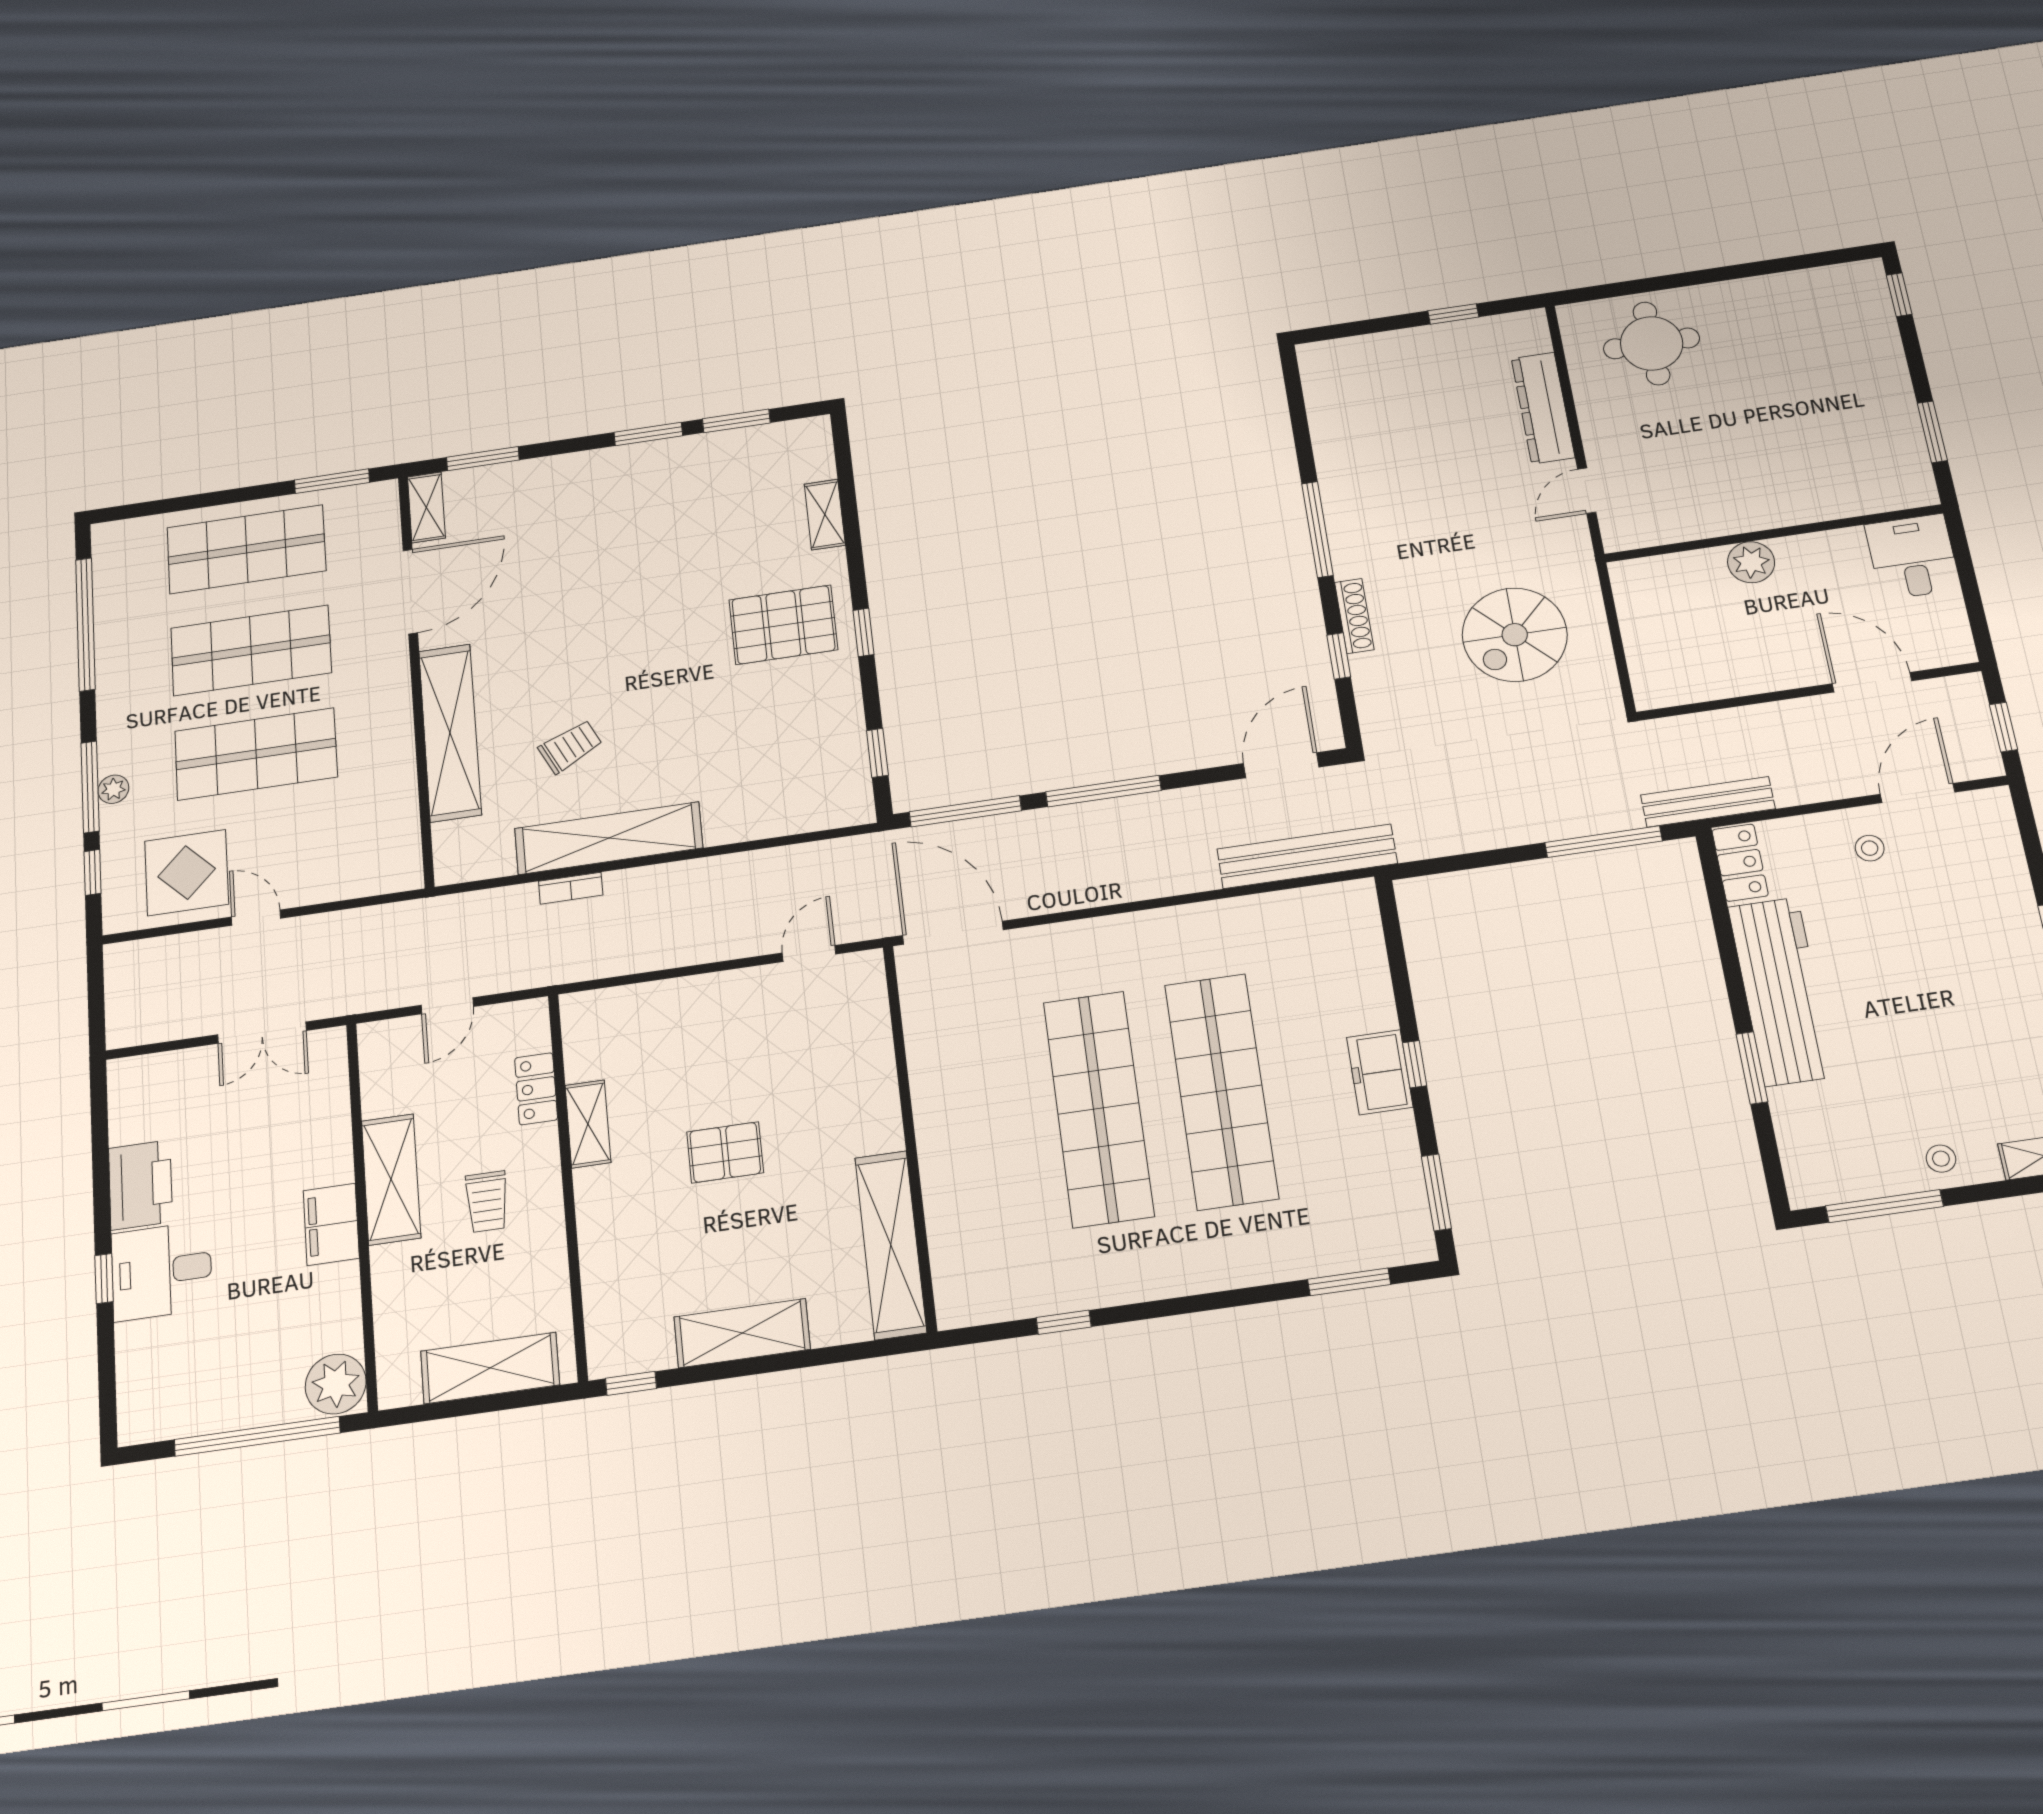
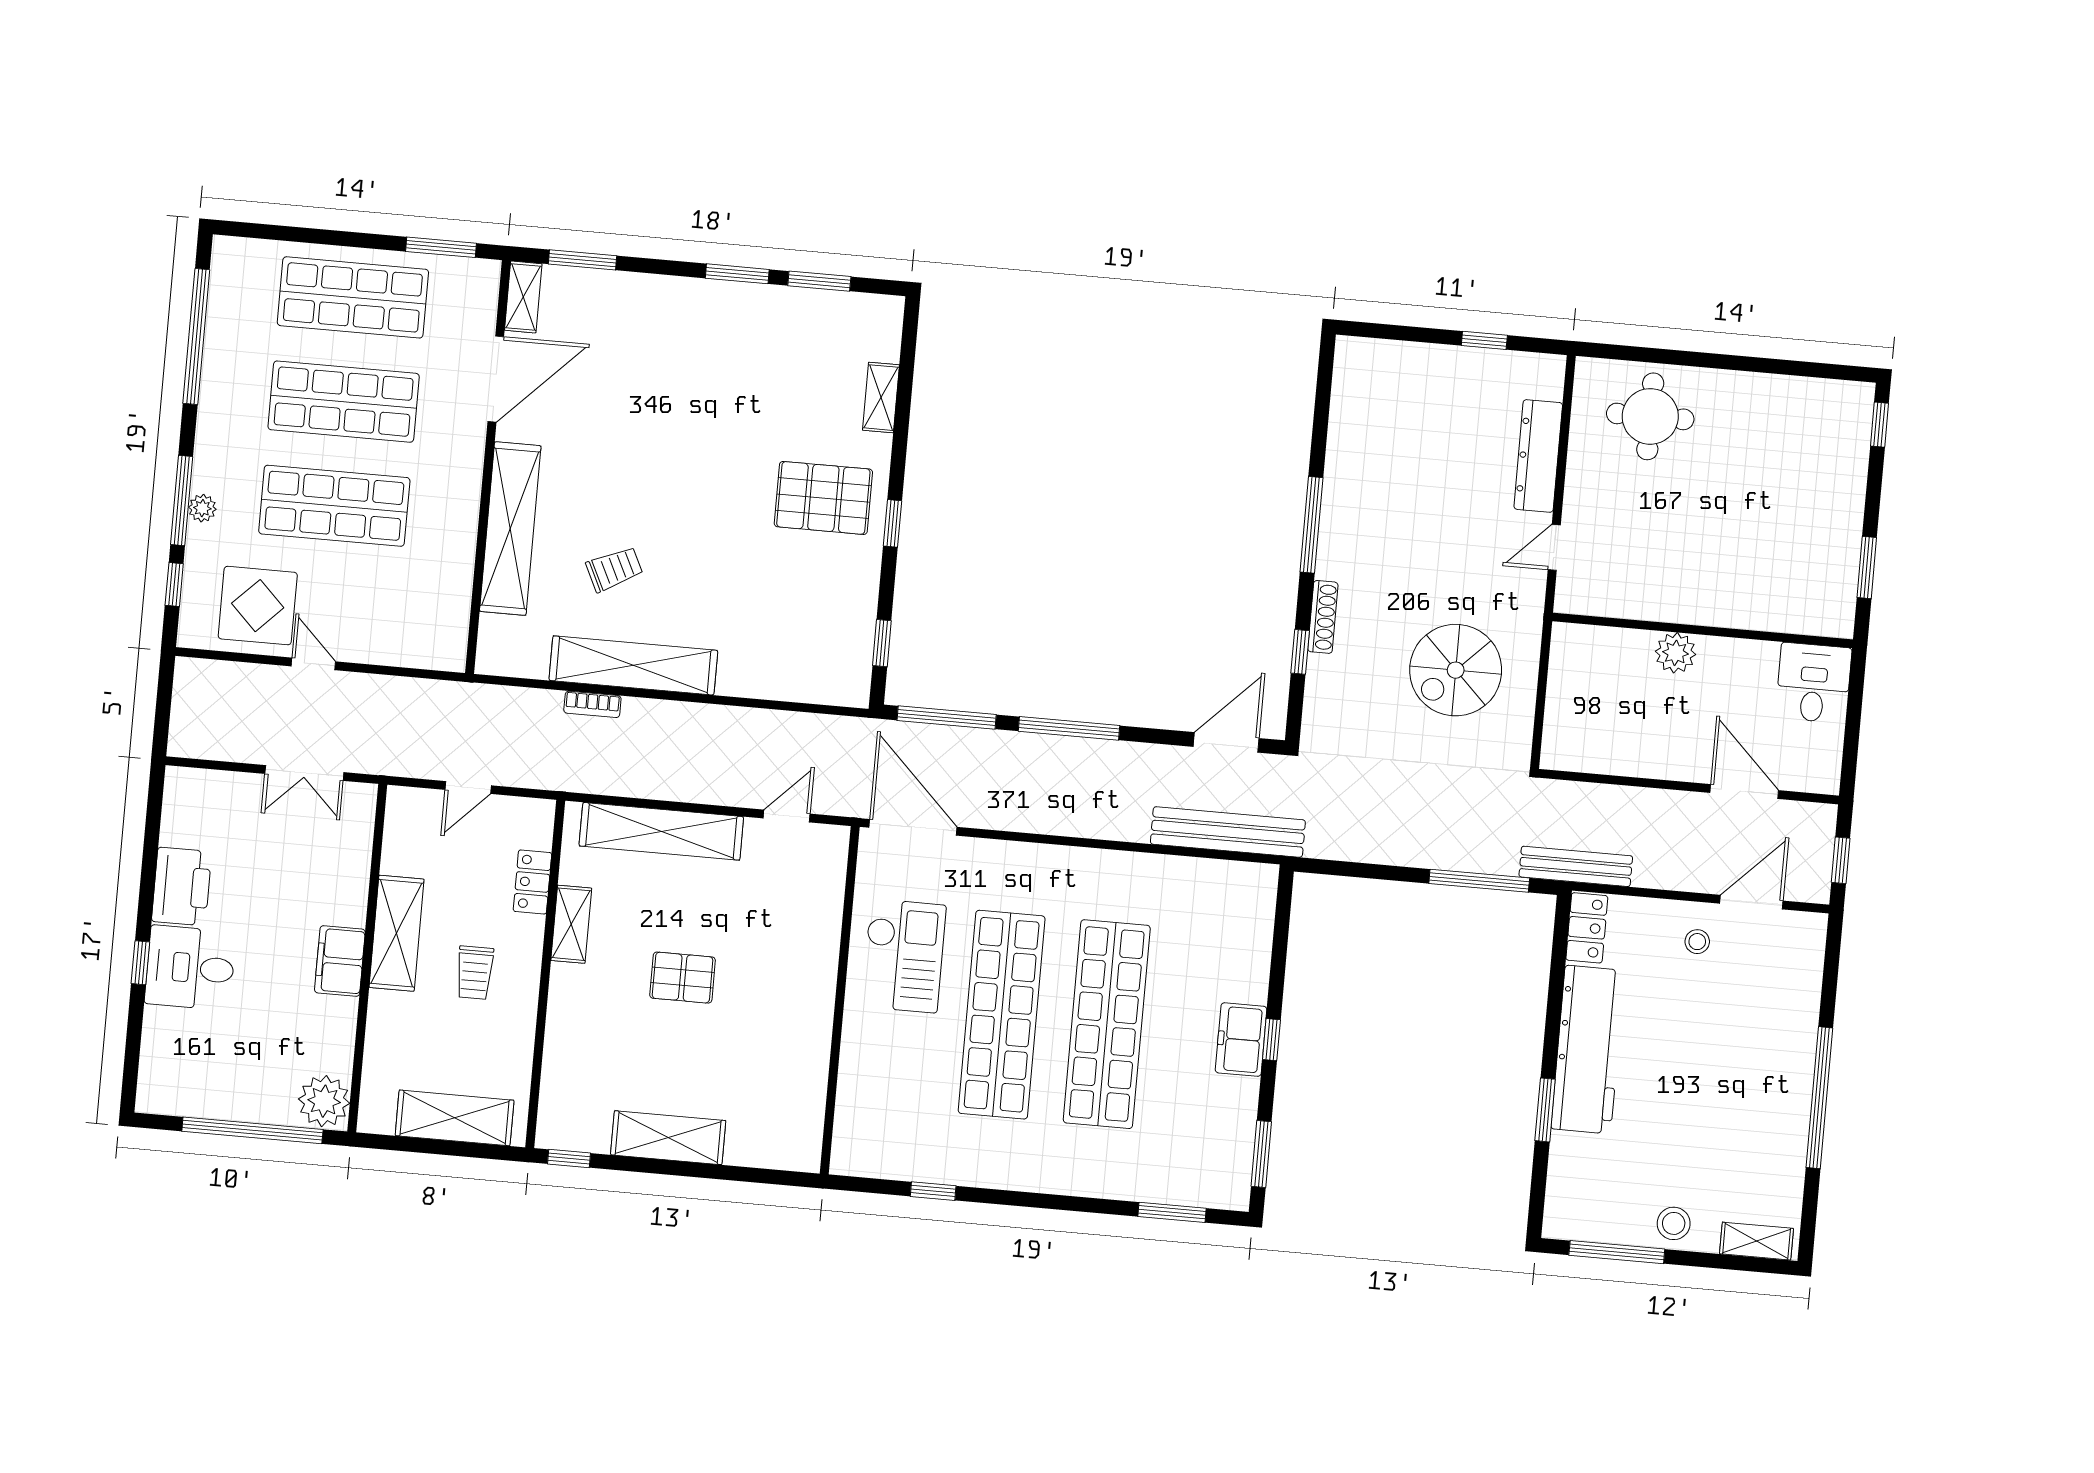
checkout: (972, 1071) -> (904, 956), added
stool: (1941, 1159) -> (1674, 1223), width x1.37, depth x1.37
shelving: (891, 1245) -> (661, 831), moved, turned 90

